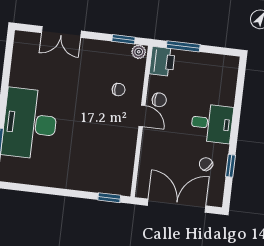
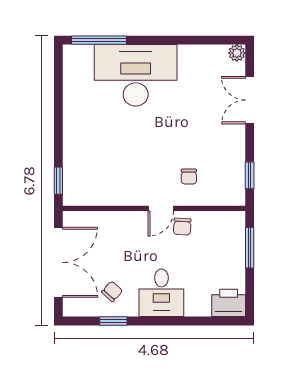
plant: (139, 52) -> (237, 53), moved
printer: (162, 61) -> (229, 303), moved, turned 180

